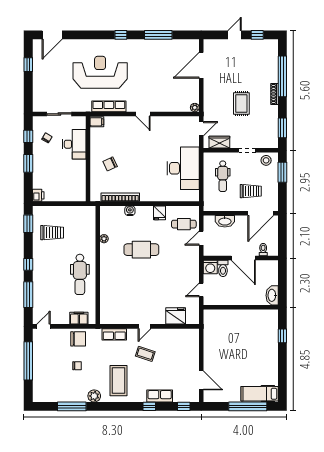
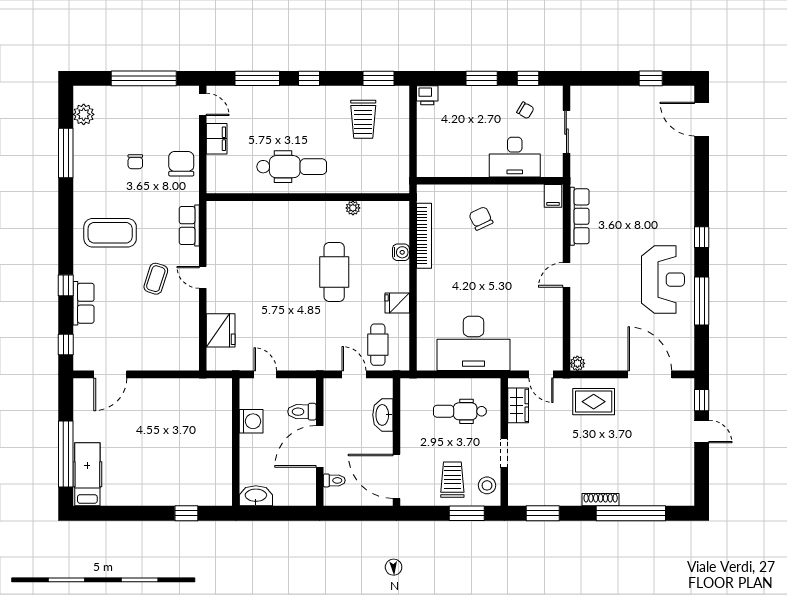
window: (257, 35) -> (702, 400), moved
reception desk: (100, 72) -> (663, 280), moved, width x0.74, depth x0.77
rug: (241, 103) -> (594, 402), moved
trolley: (251, 191) -> (452, 480), moved, turned 180
washing machine: (210, 267) -> (251, 421), moved, turned 180
dental chair: (80, 274) -> (292, 167), turned 180
filing cabinet: (79, 318) -> (217, 139), moved
chair: (78, 339) -> (181, 164), turned 180
plant: (94, 396) -> (84, 114), moved

